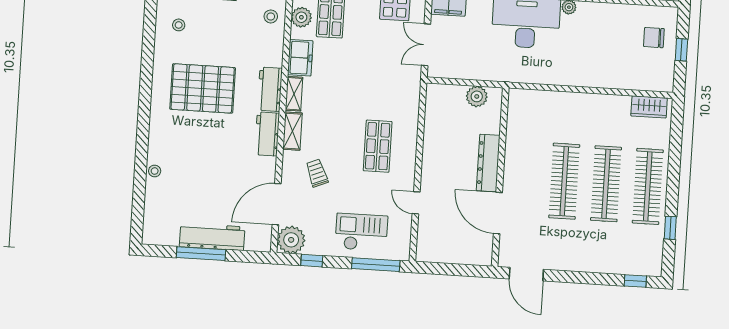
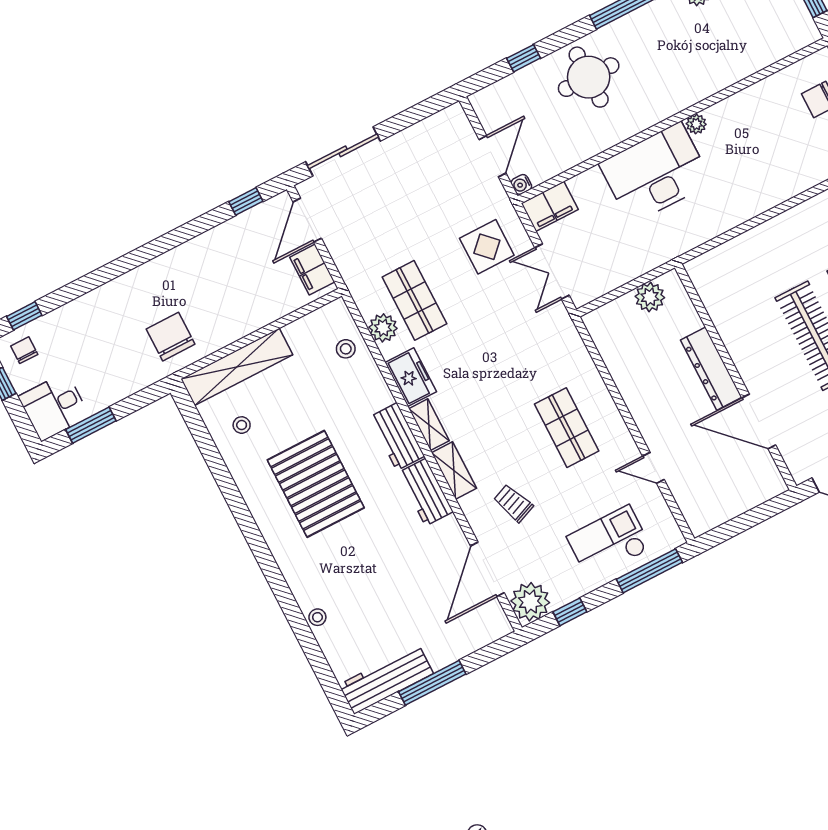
pallet: (203, 88) -> (316, 484), turned 90
workbench: (212, 237) -> (386, 679), moved

